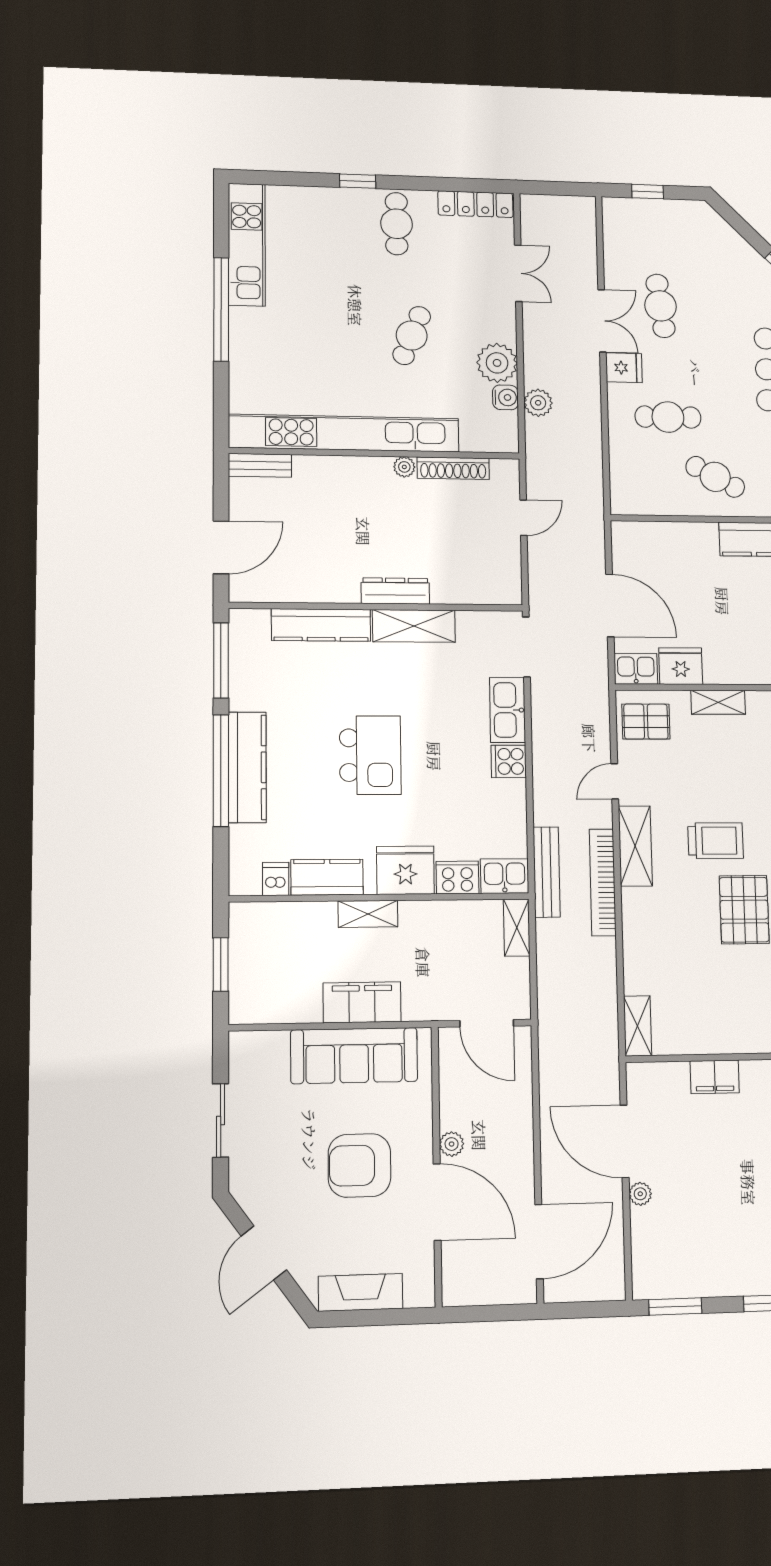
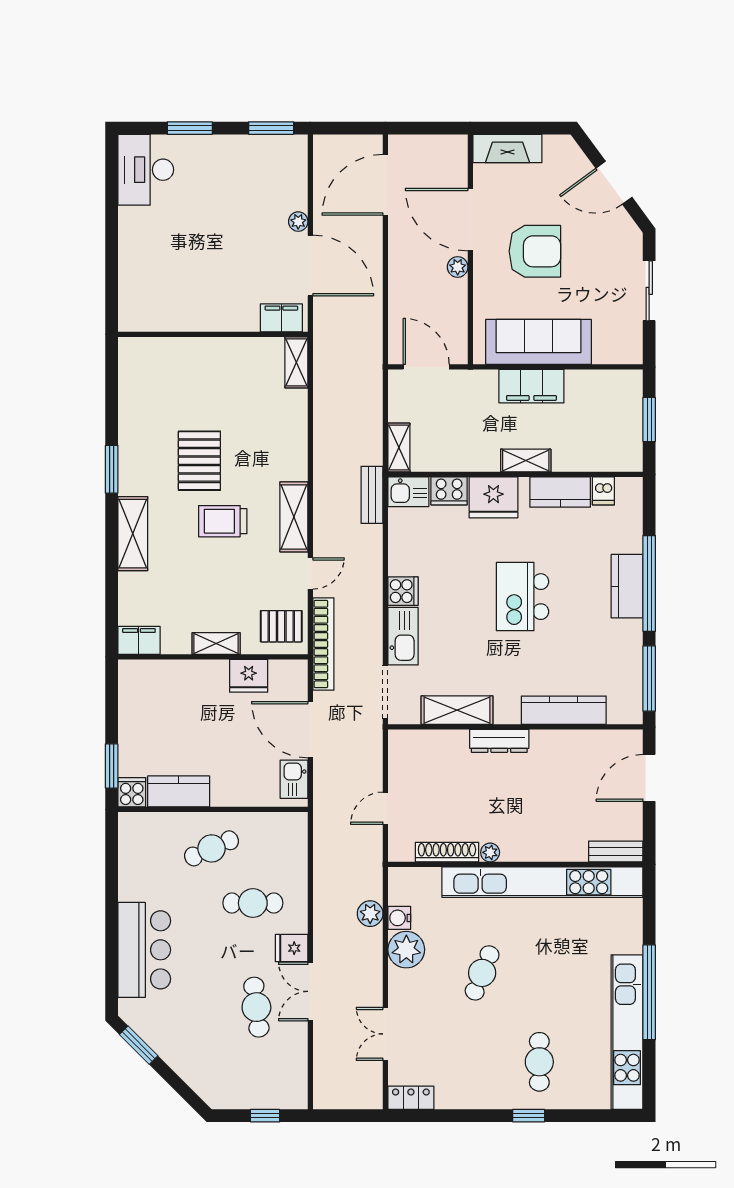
locker: (475, 204) -> (411, 1098), width x0.66
cafe table: (397, 224) -> (539, 1062), moved
kitchen unit: (247, 245) -> (627, 1032), width x1.36
cafe table: (715, 477) -> (212, 848), turned -52
shelving: (414, 626) -> (457, 710), moved
kitchen sink: (636, 669) -> (294, 779), moved, turned 90
kitchen counter: (247, 767) -> (627, 586), width x0.67
bench: (547, 872) -> (372, 495), width x0.73
bookcase: (603, 882) -> (323, 644), moved
filing cabinet: (715, 1077) -> (281, 318), moved
door: (264, 1253) -> (614, 183), swing flipped
fireplace: (361, 1292) -> (507, 148), moved

